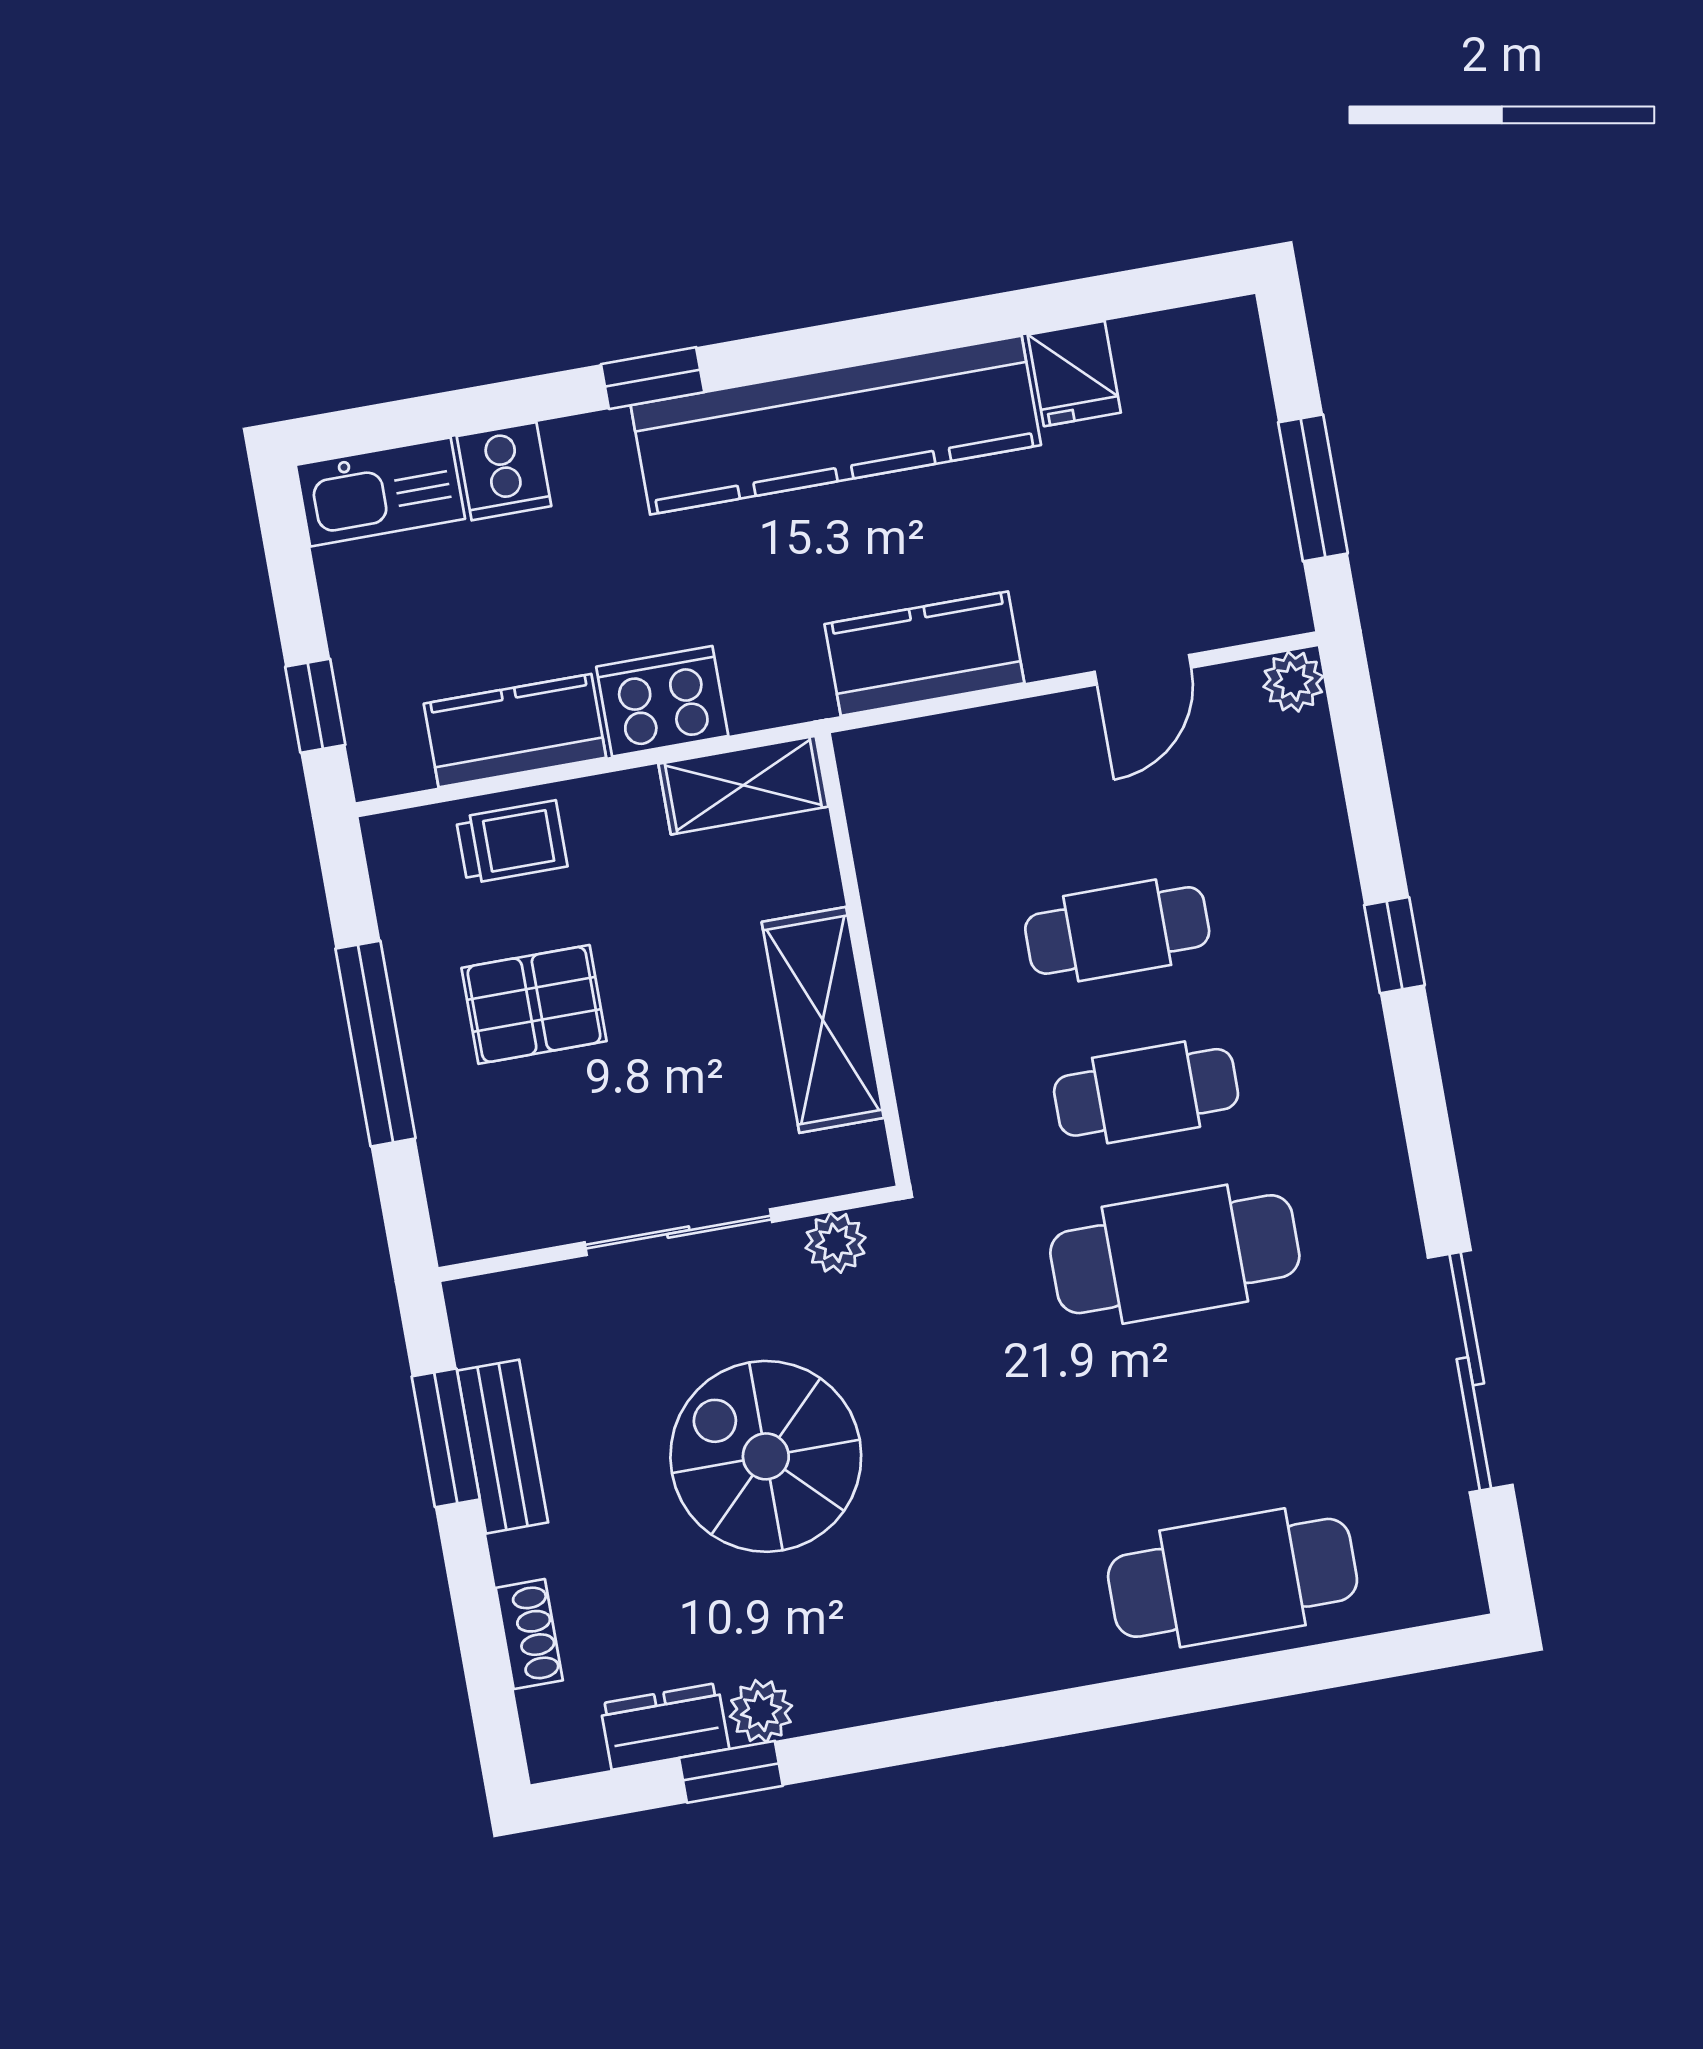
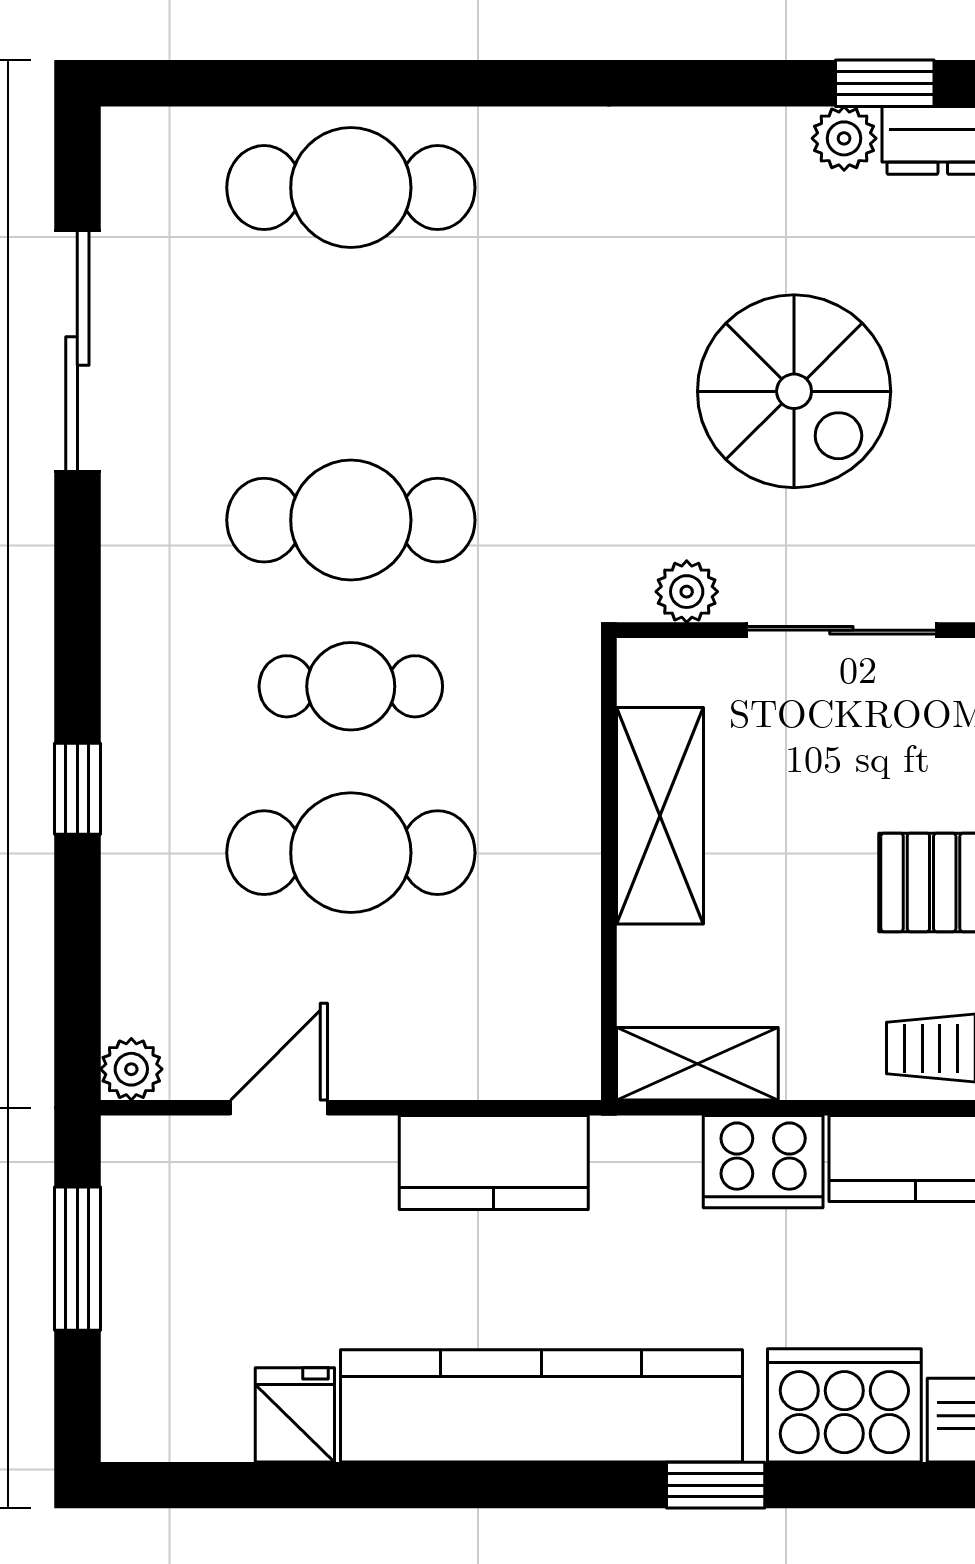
cooker: (504, 471) -> (844, 1405), width x1.87, depth x1.31
cafe table: (1117, 930) -> (351, 853), width x1.37, depth x1.35

